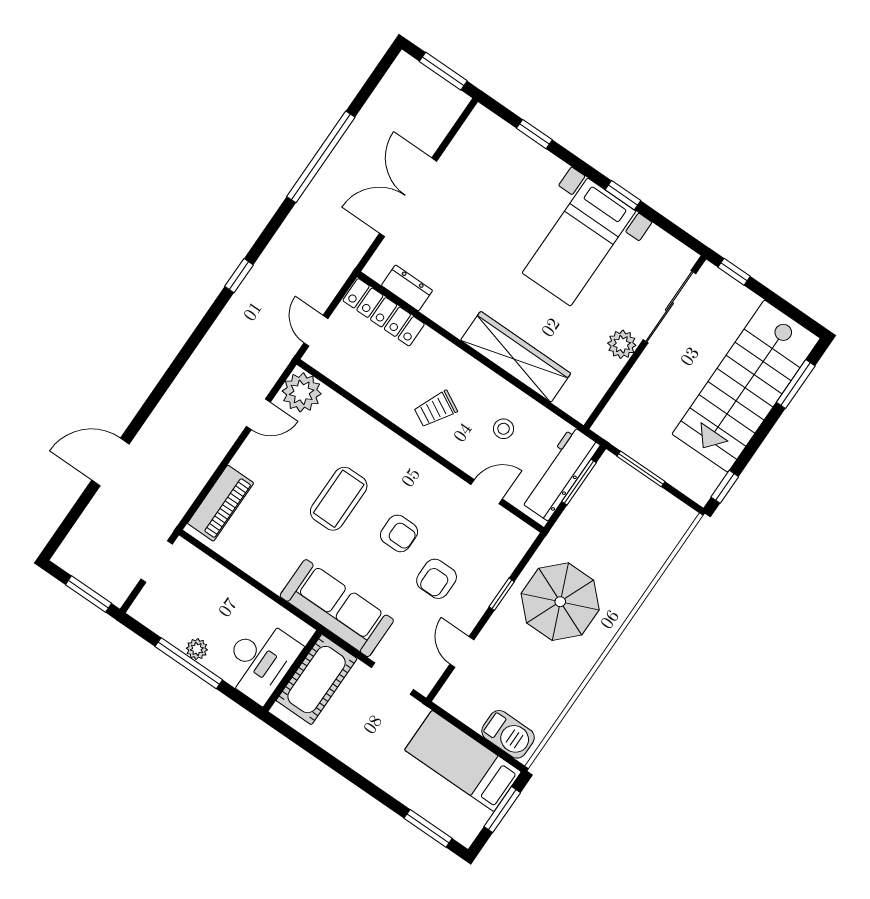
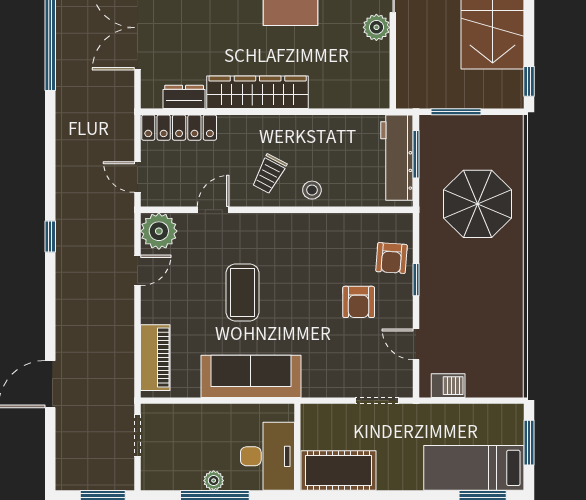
window: (239, 276) -> (50, 237), moved
wardrobe: (516, 357) -> (258, 92), moved
stool: (504, 429) -> (312, 190), moved
door: (487, 492) -> (213, 210), moved
armchair: (399, 533) -> (391, 258), moved, turned 94
parasol: (560, 602) -> (478, 204), moved
sofa: (337, 608) -> (251, 376), moved
cot: (317, 680) -> (339, 471), moved, turned 90
barbecue: (508, 734) -> (448, 386), moved, width x0.73, depth x0.79
bed: (463, 761) -> (474, 468), moved

